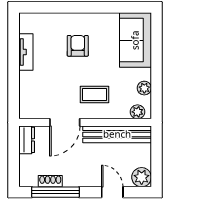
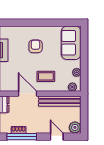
door: (65, 122) -> (27, 94), swing flipped

